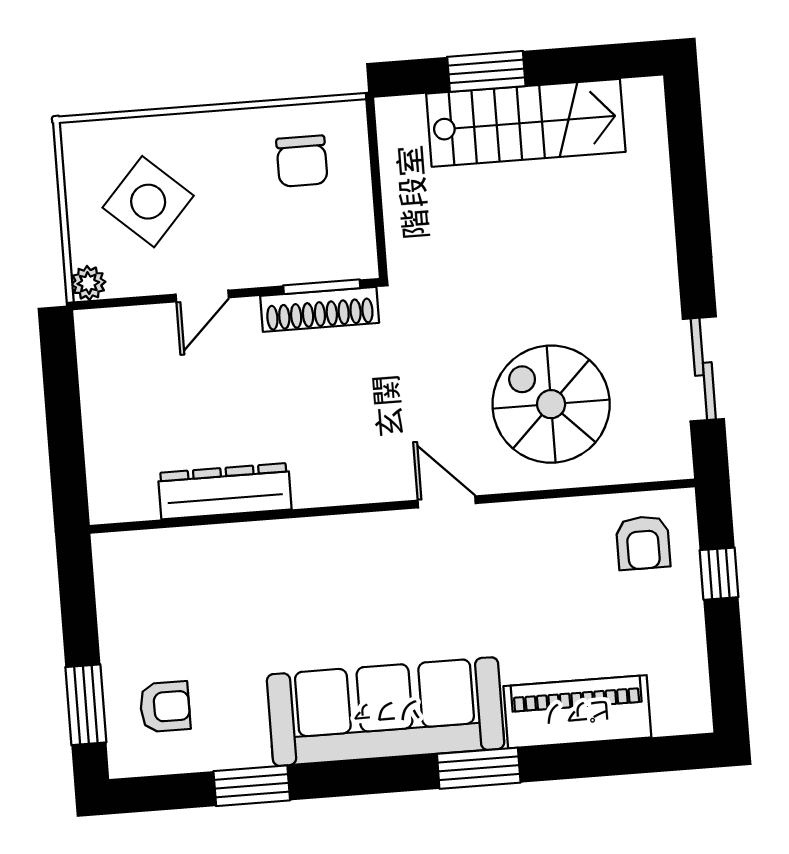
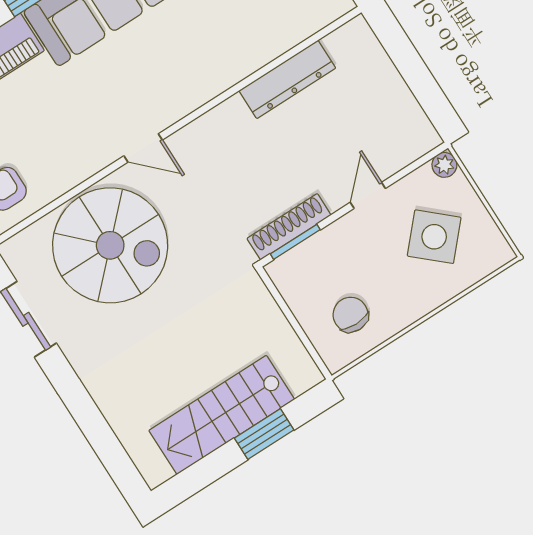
spiral stairs: (551, 404) -> (110, 245), width x1.37, depth x1.37

